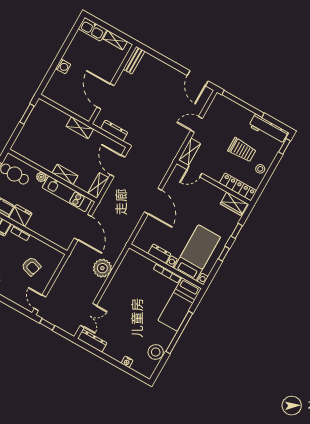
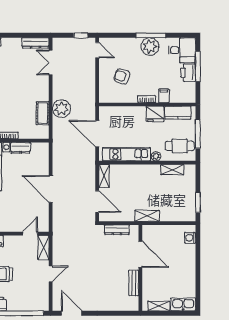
bench: (134, 60) -> (134, 283), moved
washing machine: (63, 66) -> (190, 238), moved
shelving: (65, 174) -> (172, 170), moved
cot: (122, 274) -> (43, 113), added

